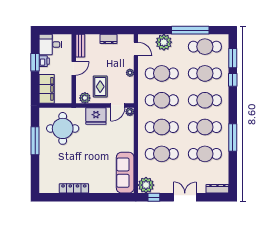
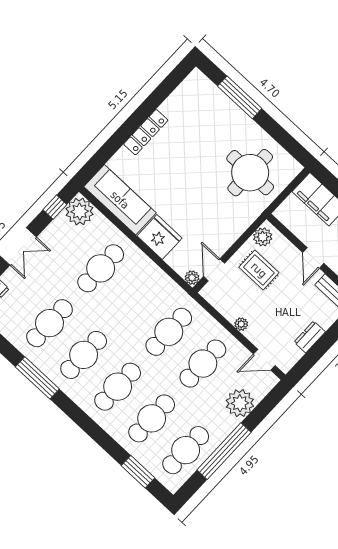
window: (233, 80) -> (111, 446), removed
fridge: (96, 116) -> (160, 237), moved, turned 90
cafe table: (162, 127) -> (135, 300), removed
window: (35, 141) -> (240, 97), moved
locker: (74, 188) -> (146, 132), moved

